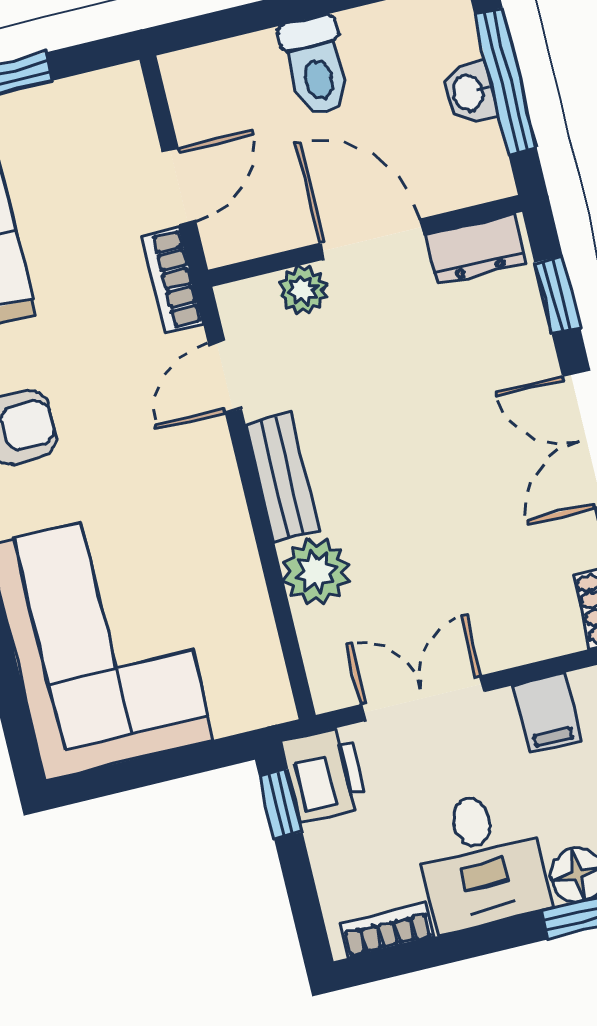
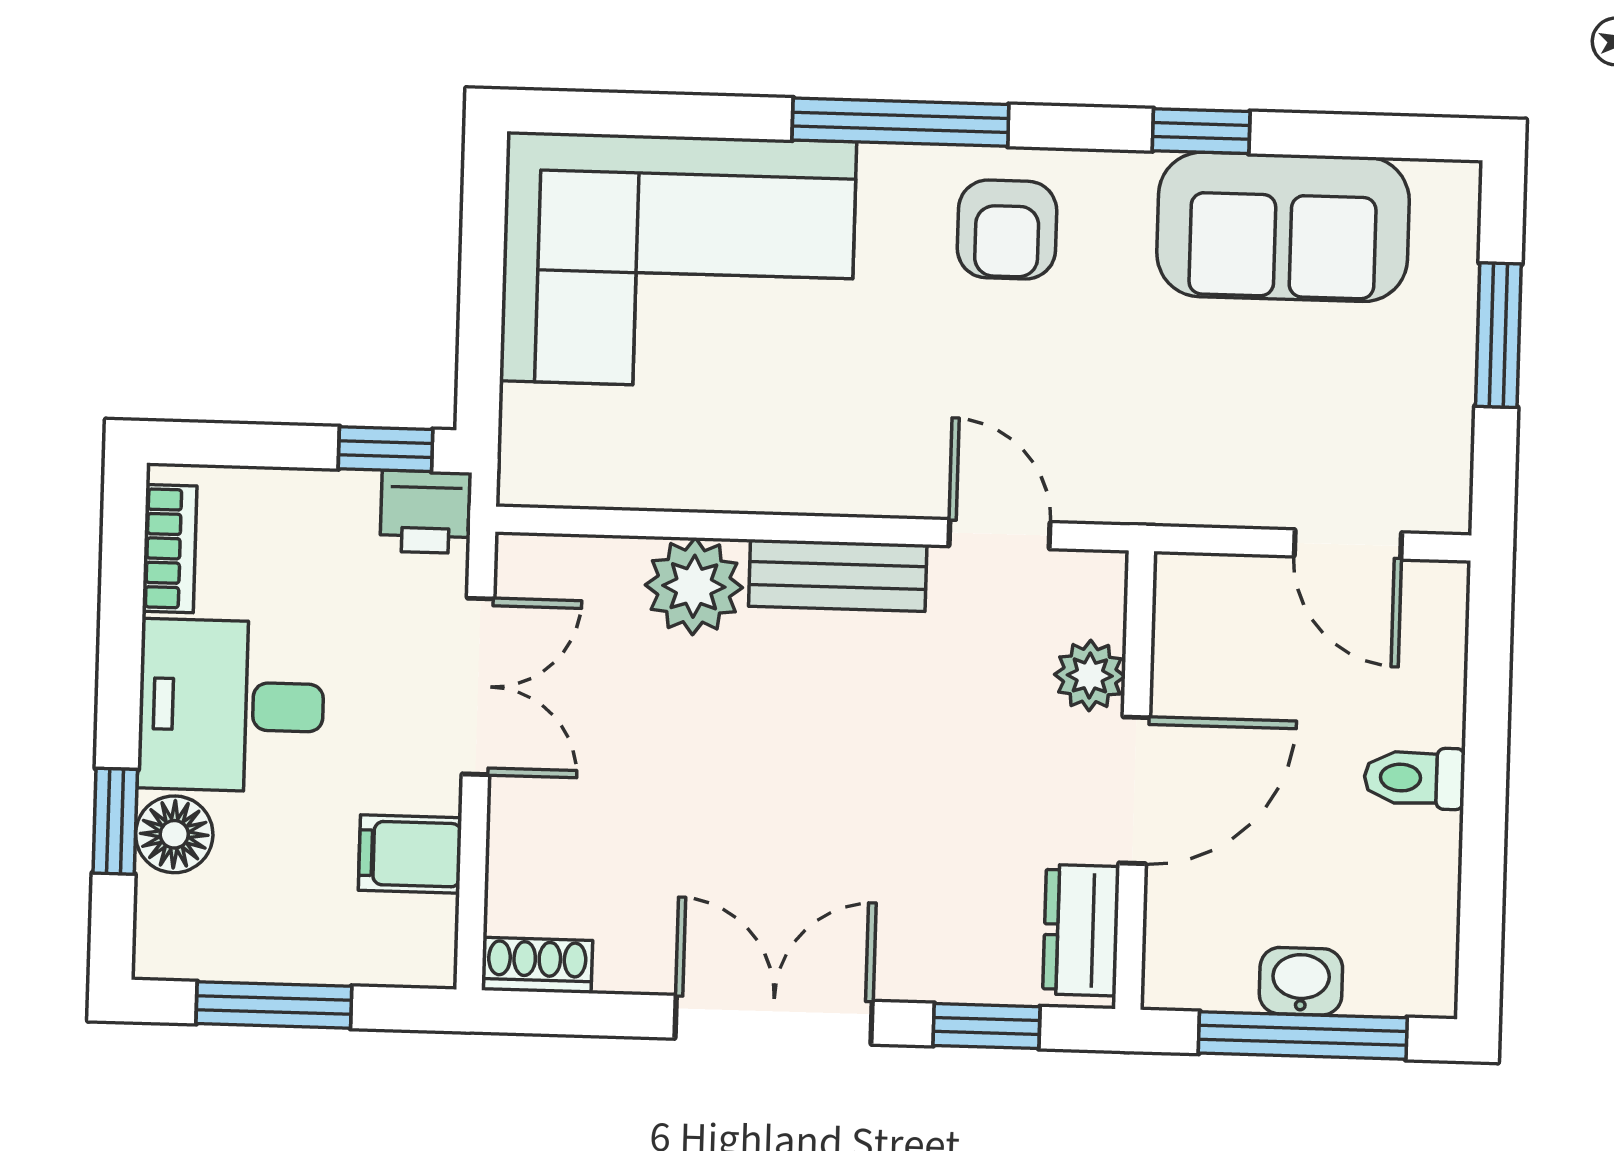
toilet: (316, 67) -> (1414, 778), width x0.73, depth x0.72
door: (179, 186) -> (1348, 544), moved
bookcase: (172, 280) -> (1154, 498), removed
printer: (325, 775) -> (426, 512), width x0.73, depth x0.81

